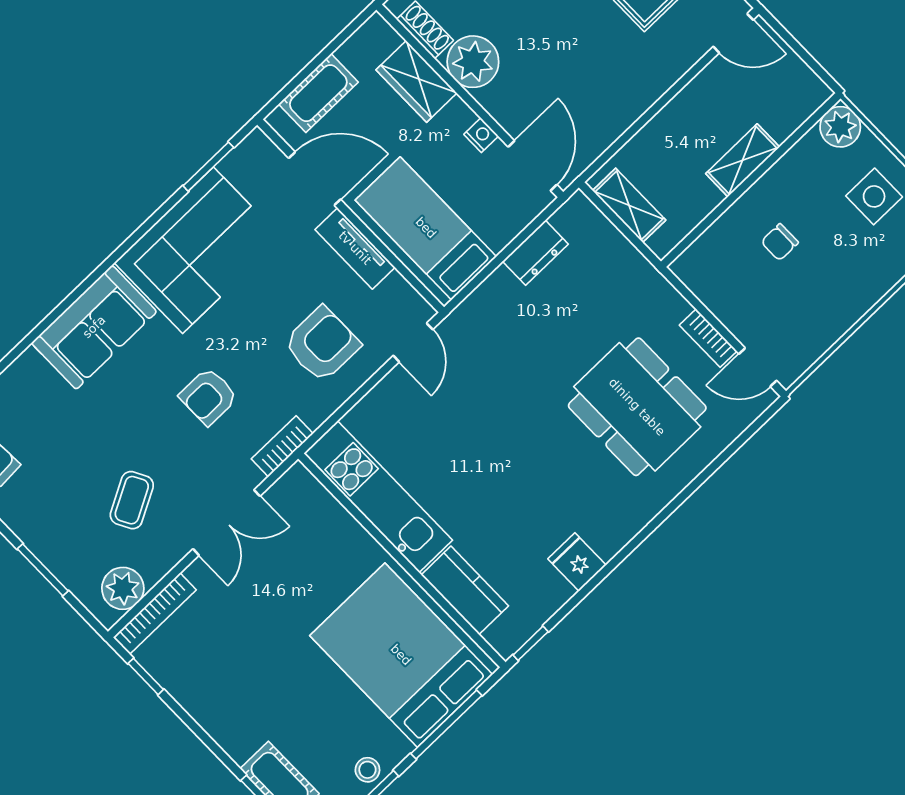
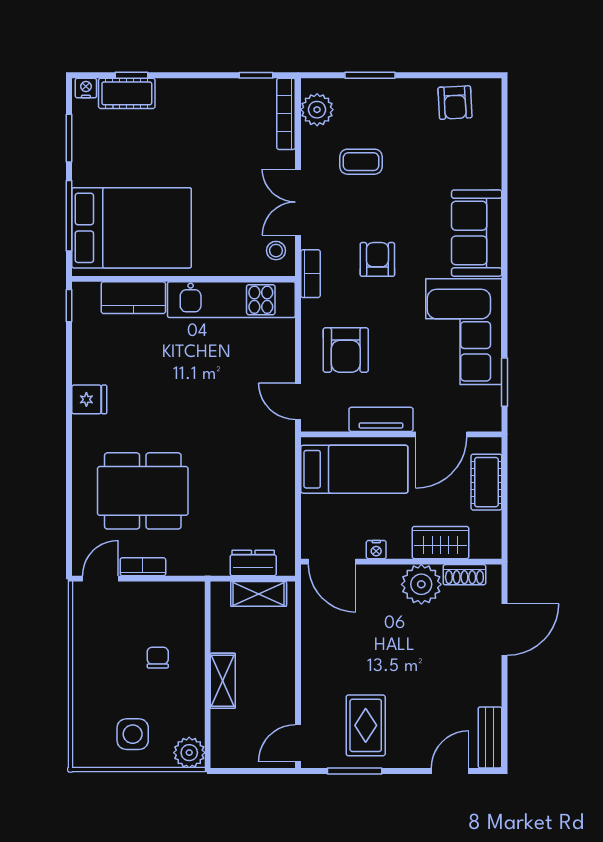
dresser: (535, 253) -> (253, 563), moved, turned 90
coffee table: (132, 500) -> (361, 162), turned -62
fridge: (577, 562) -> (89, 399), moved
stool: (367, 770) -> (276, 251), moved

